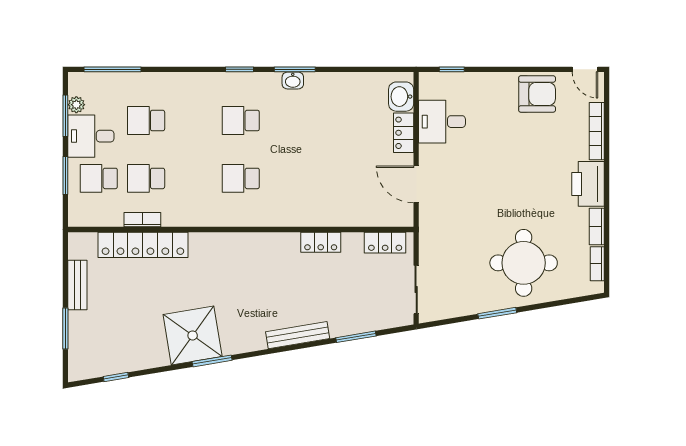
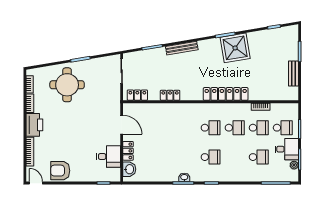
school desk: (193, 178) -> (235, 128), added
locker: (143, 245) -> (226, 94), moved

